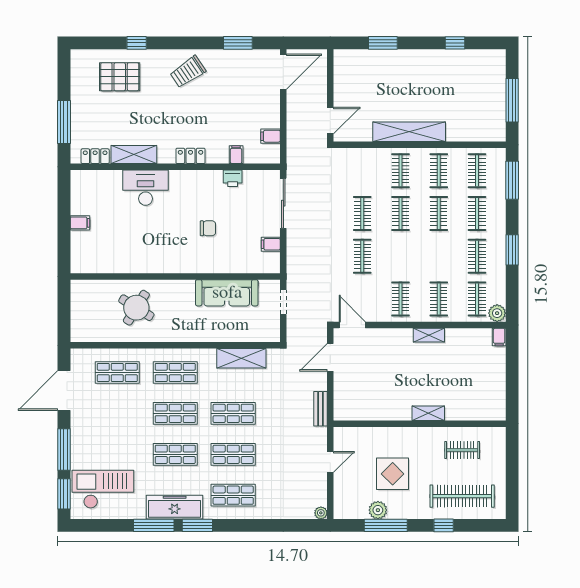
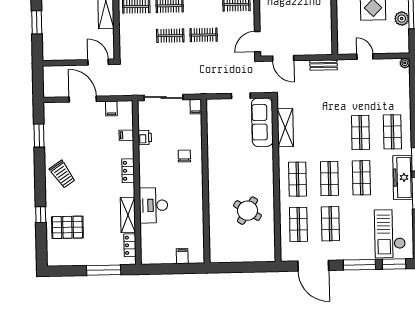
door: (283, 72) -> (83, 99), moved
pallet: (120, 77) -> (67, 227), turned 90
wall: (175, 276) -> (205, 181), moved
sofa: (227, 293) -> (262, 122), moved, turned 180
shop shelf: (233, 413) -> (330, 224), moved

